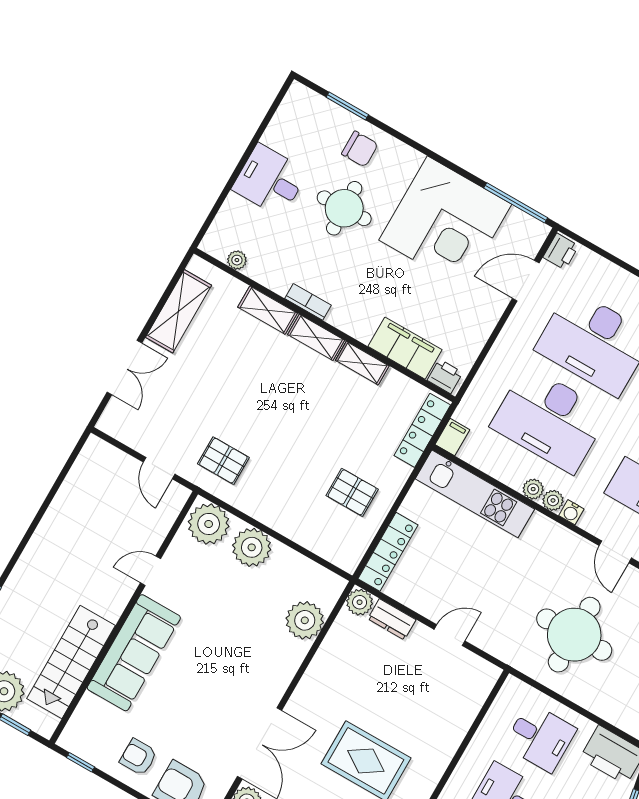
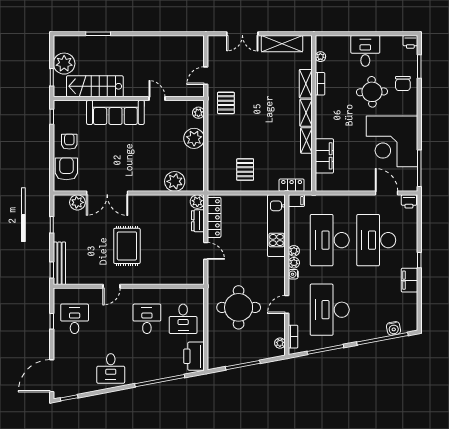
bookcase: (308, 302) -> (320, 84), moved
printer: (445, 376) -> (410, 42), moved, turned 90
locker: (422, 430) -> (292, 185), width x0.66
plant: (209, 524) -> (198, 113), width x0.53, depth x0.53
locker: (388, 552) -> (214, 217), moved, turned -90

